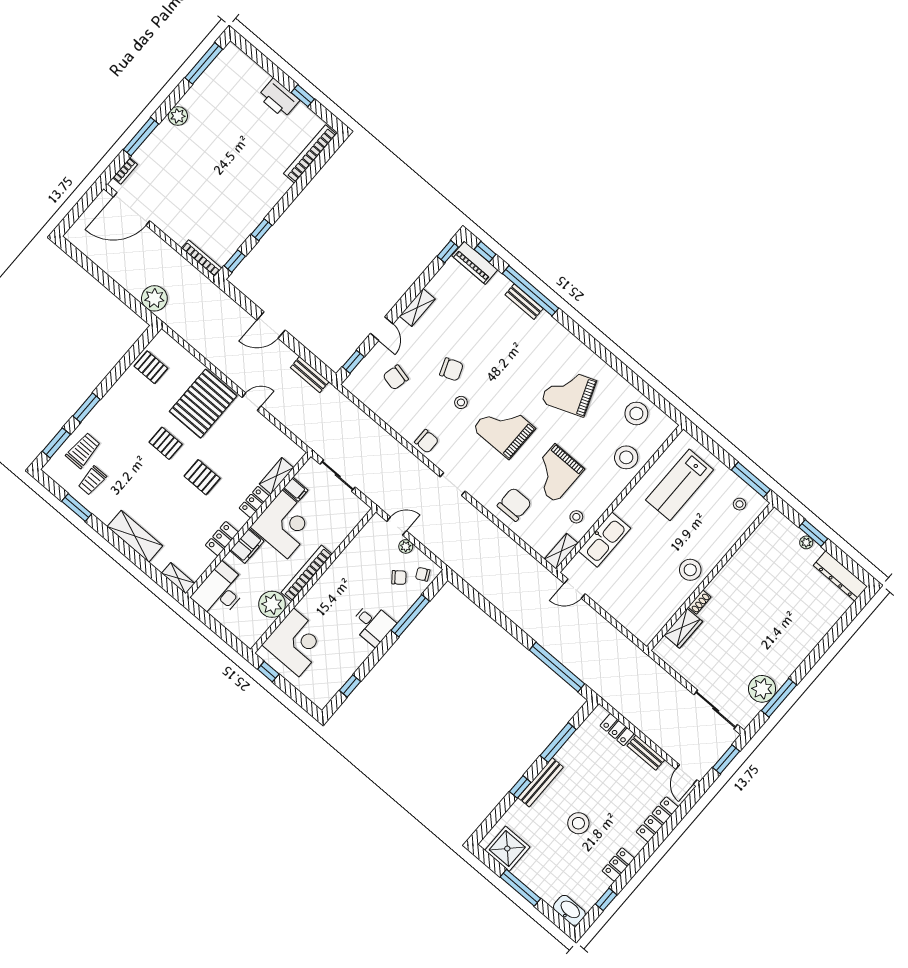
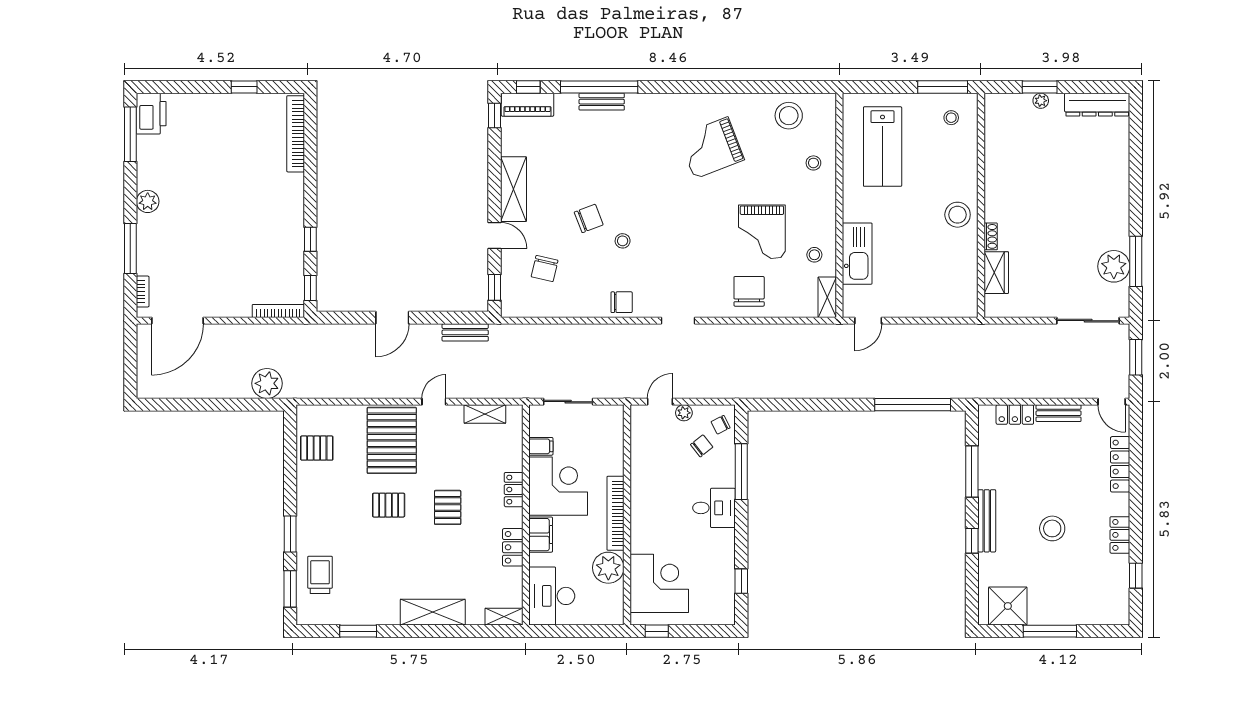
printer: (279, 98) -> (151, 114), moved, turned -90
shelving: (417, 307) -> (514, 189), width x1.50, depth x1.33
grand piano: (504, 429) -> (681, 231), removed
stool: (626, 457) -> (813, 163), width x0.53, depth x0.53
shelving: (277, 476) -> (485, 414), moved, turned 90
pallet: (202, 477) -> (448, 507), turned 90
trolley: (92, 481) -> (351, 595), removed
washbasin: (569, 910) -> (1111, 614), removed

